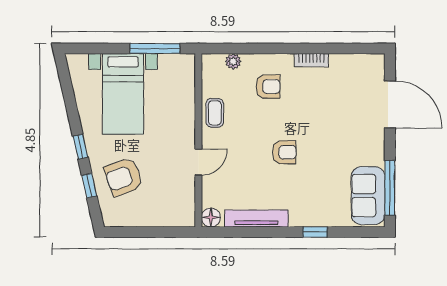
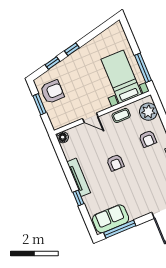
plant: (233, 61) -> (148, 112), width x1.88, depth x1.88
bed with nightstands: (123, 94) -> (121, 77), moved, turned 90
armchair: (123, 177) -> (52, 92), moved, turned 110
tv unit: (256, 218) -> (79, 177), moved
window: (145, 232) -> (40, 104), added

